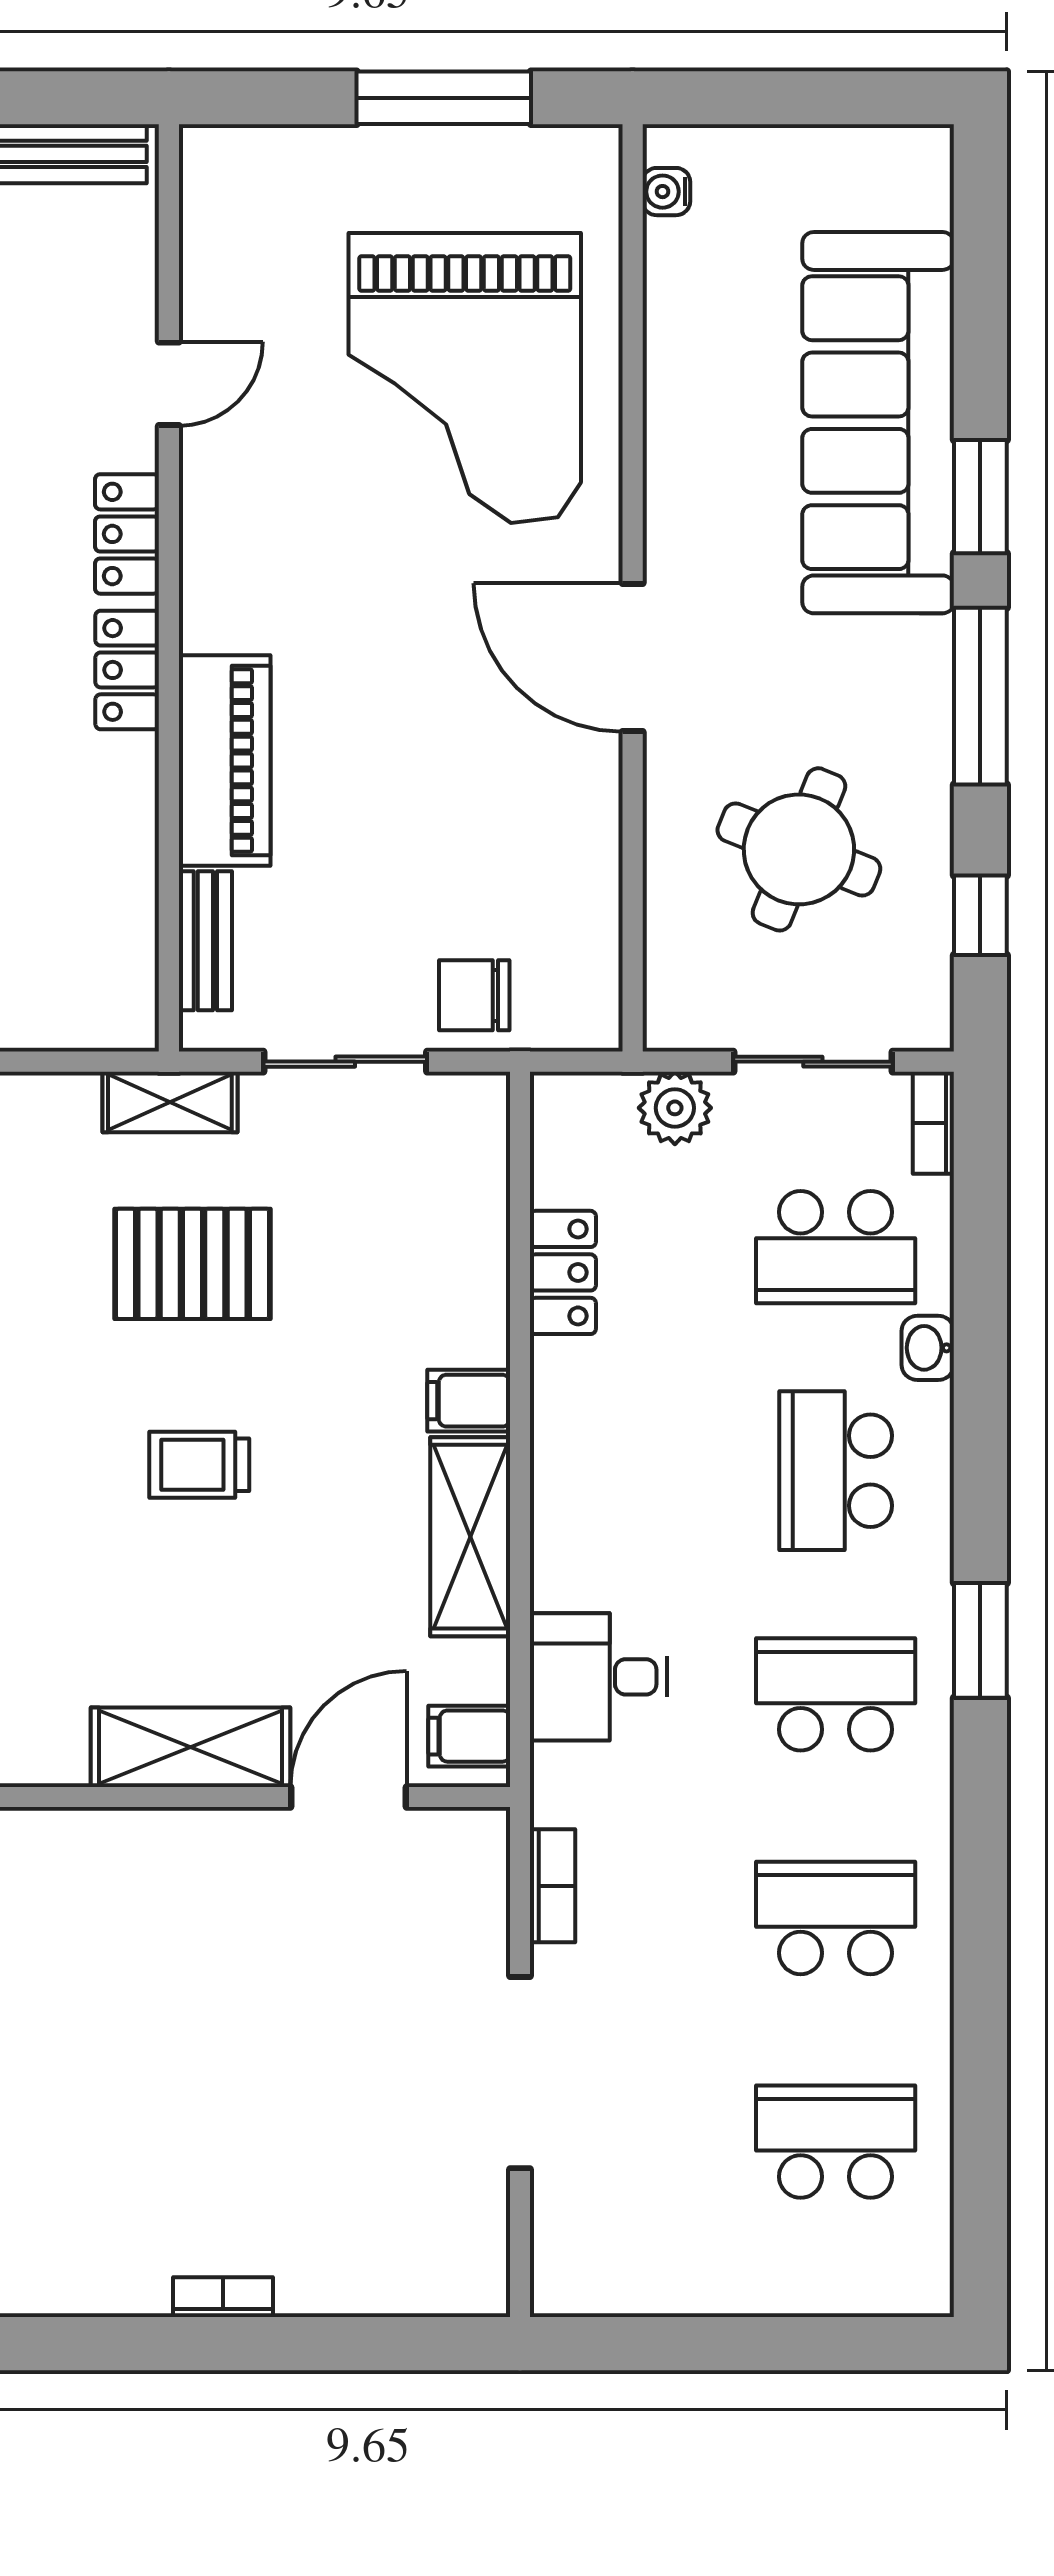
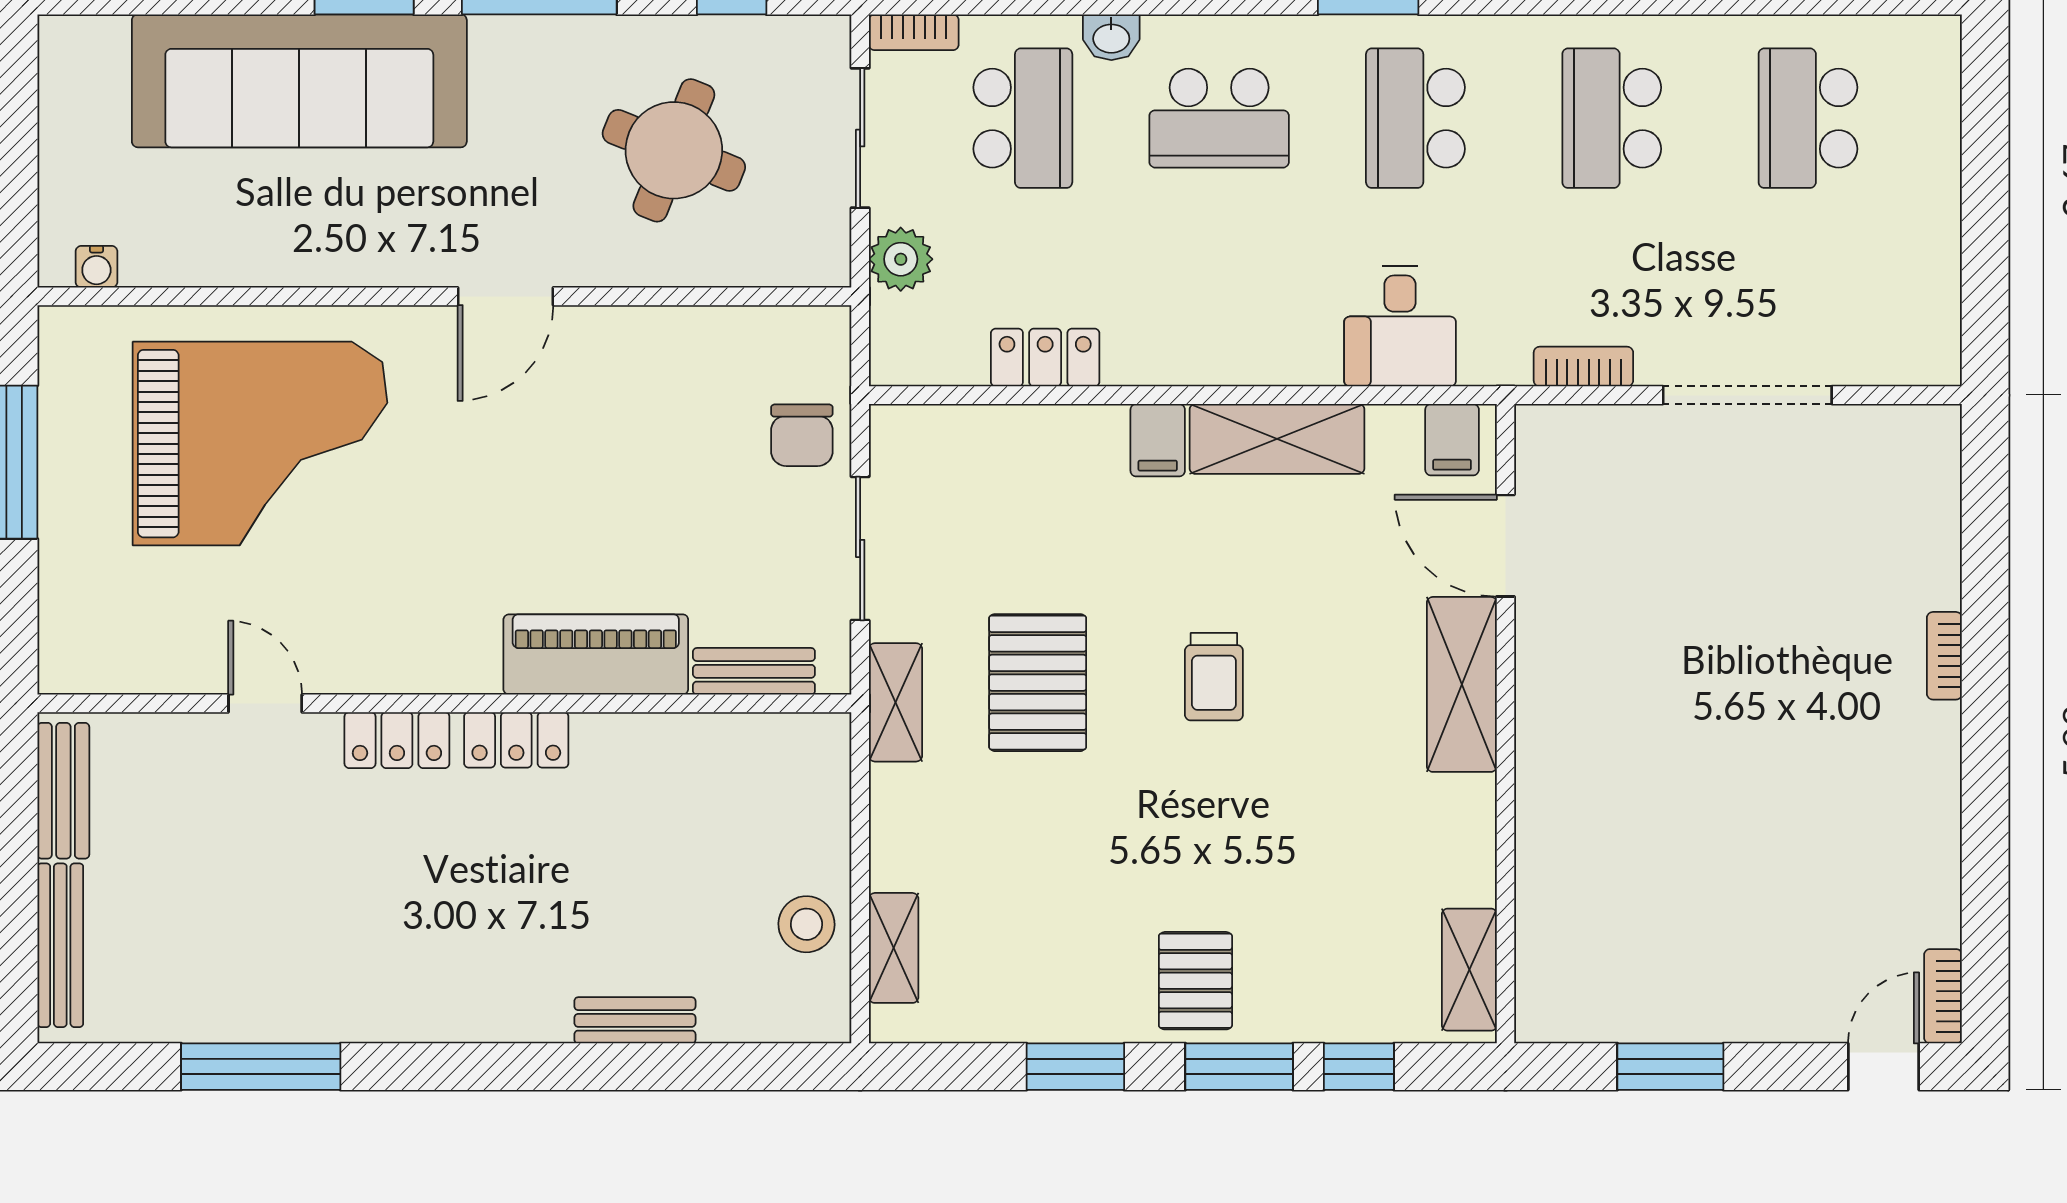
door: (633, 658) -> (505, 296), width x0.73

